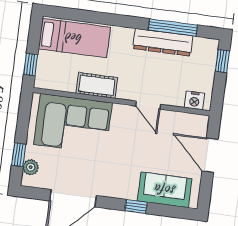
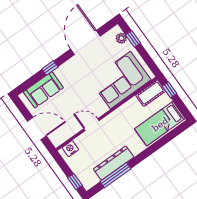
cot: (97, 85) -> (151, 93), moved

